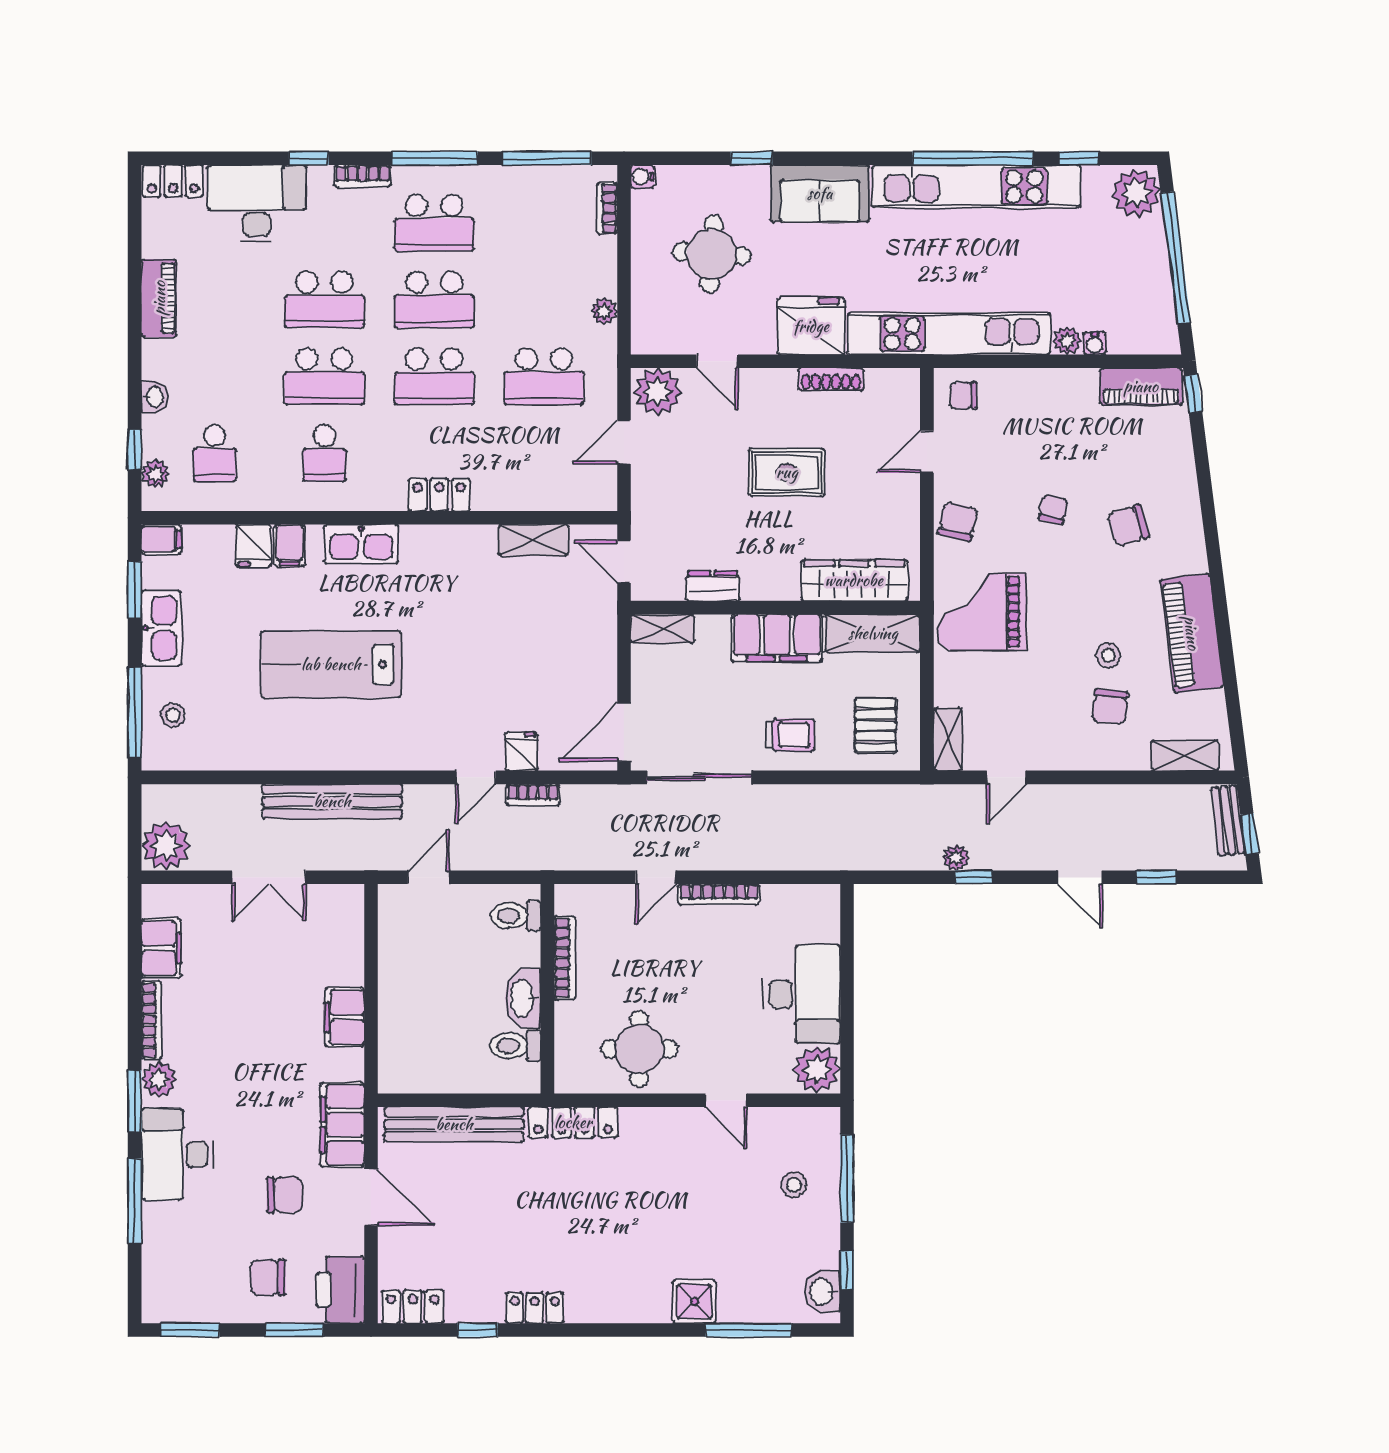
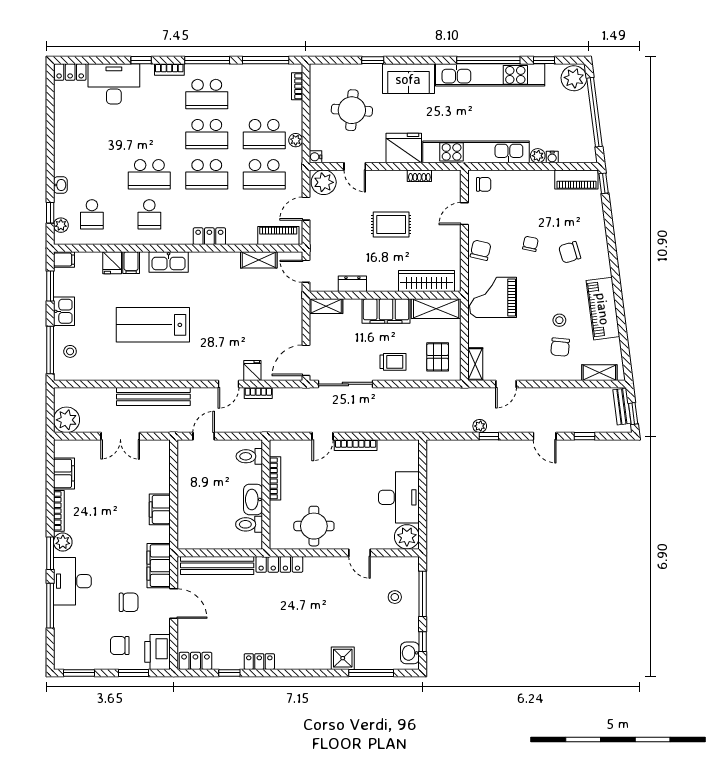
water cooler: (642, 177) -> (316, 157), moved
piano: (159, 298) -> (278, 236), moved, turned -90
school desk: (324, 300) -> (264, 134), moved
shoe rack: (831, 379) -> (419, 176), width x0.70
chair: (964, 396) -> (484, 184), turned 180
kitchen sink: (161, 628) -> (64, 311), width x0.73

